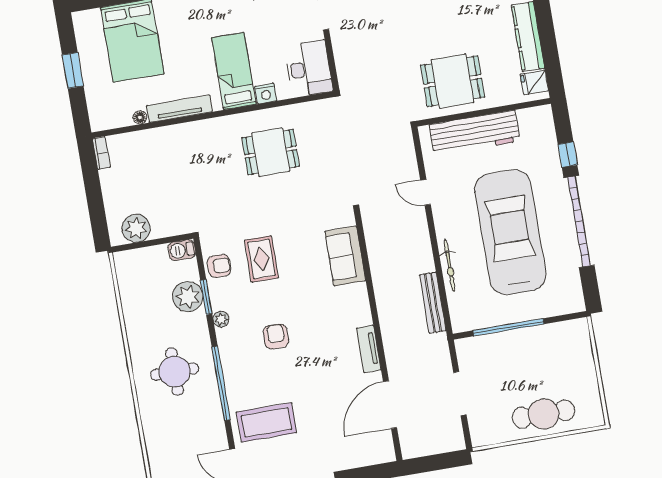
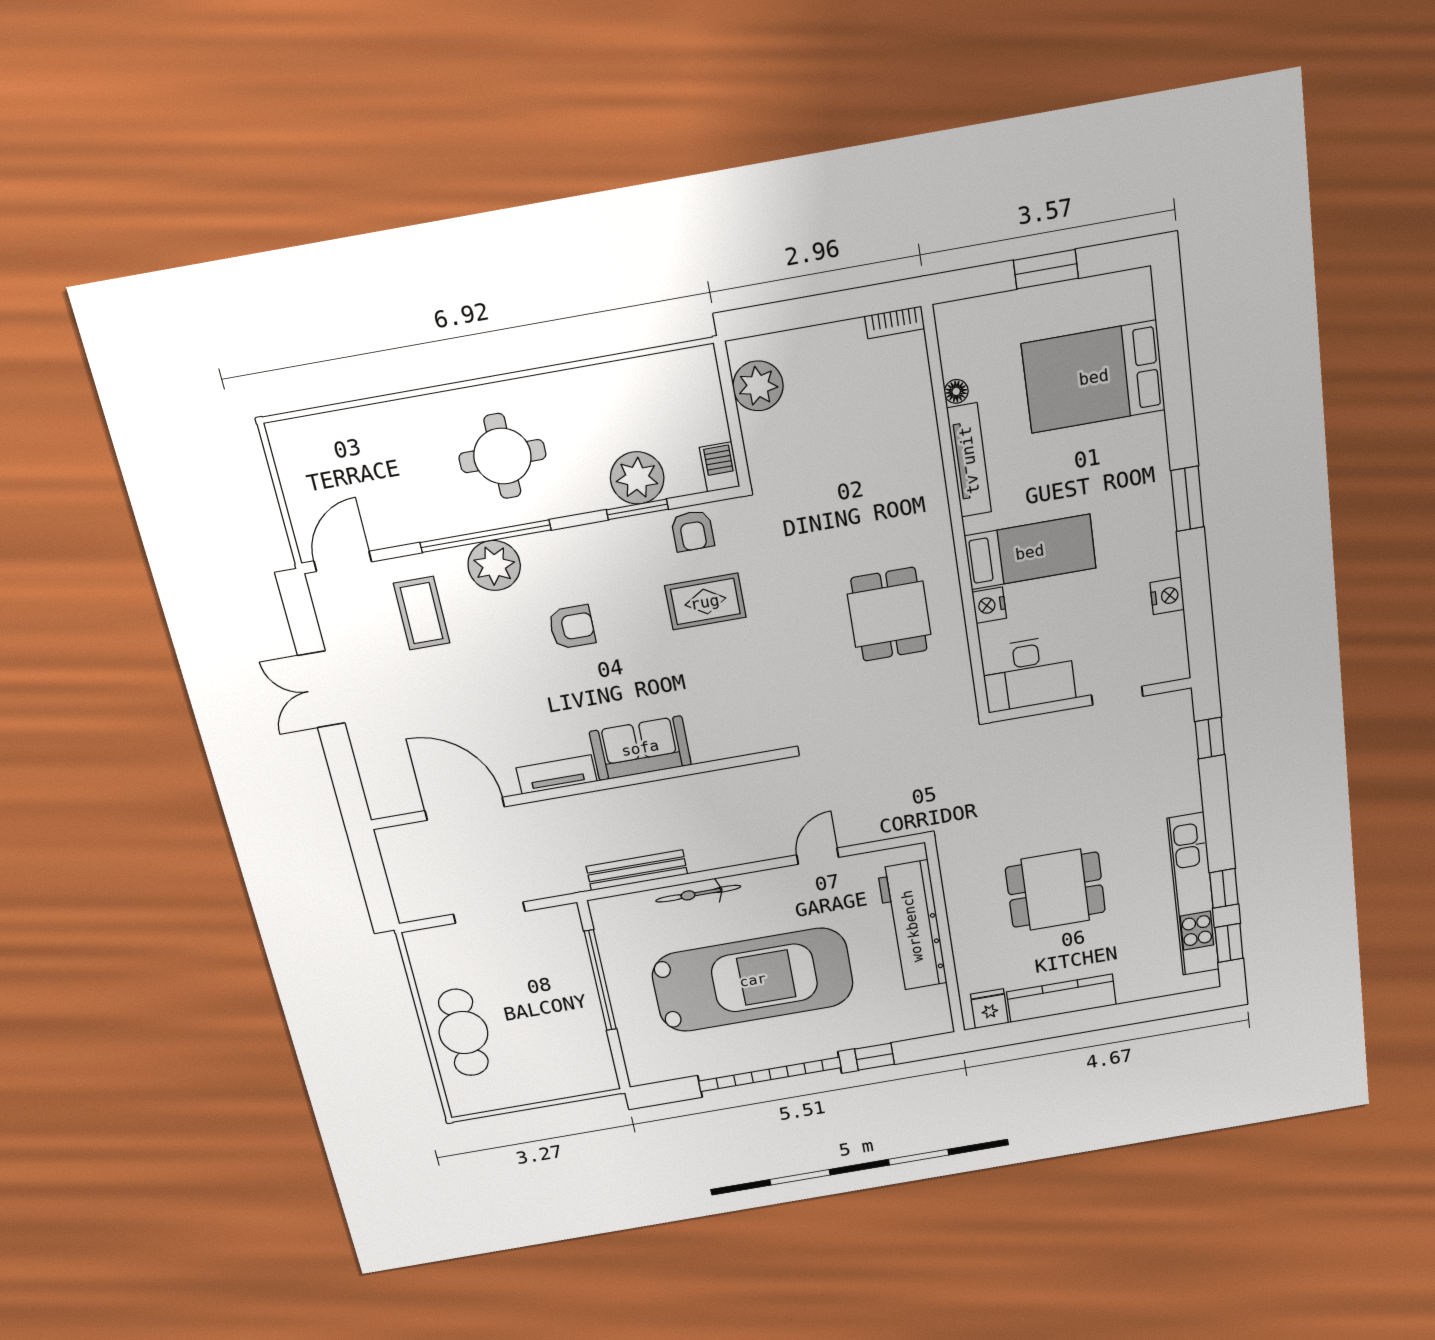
dining table: (453, 81) -> (1055, 890), moved, turned 90
sofa: (345, 256) -> (640, 748), moved
plant: (221, 319) -> (494, 566), moved, width x1.87, depth x1.87
coffee table: (267, 422) -> (422, 613), width x0.73, depth x0.76

